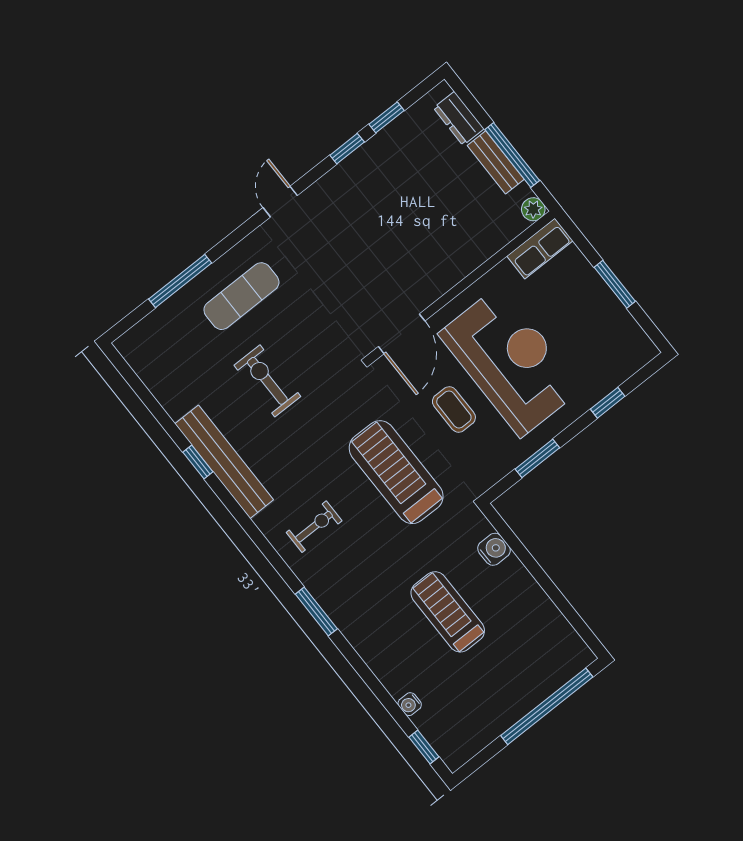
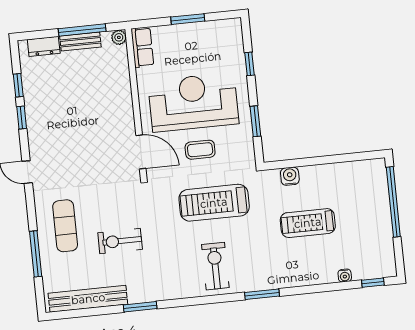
window: (198, 462) -> (140, 307), width x1.50
bench: (224, 462) -> (88, 299), moved
exercise bike: (314, 527) -> (215, 266), width x1.38, depth x1.39

